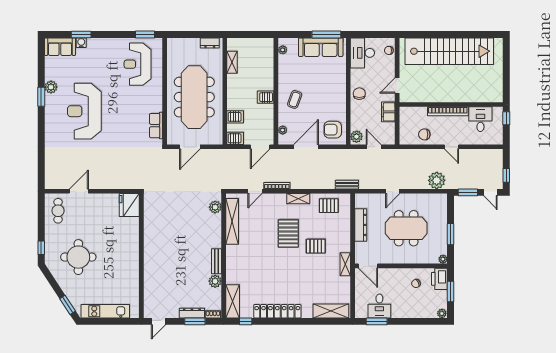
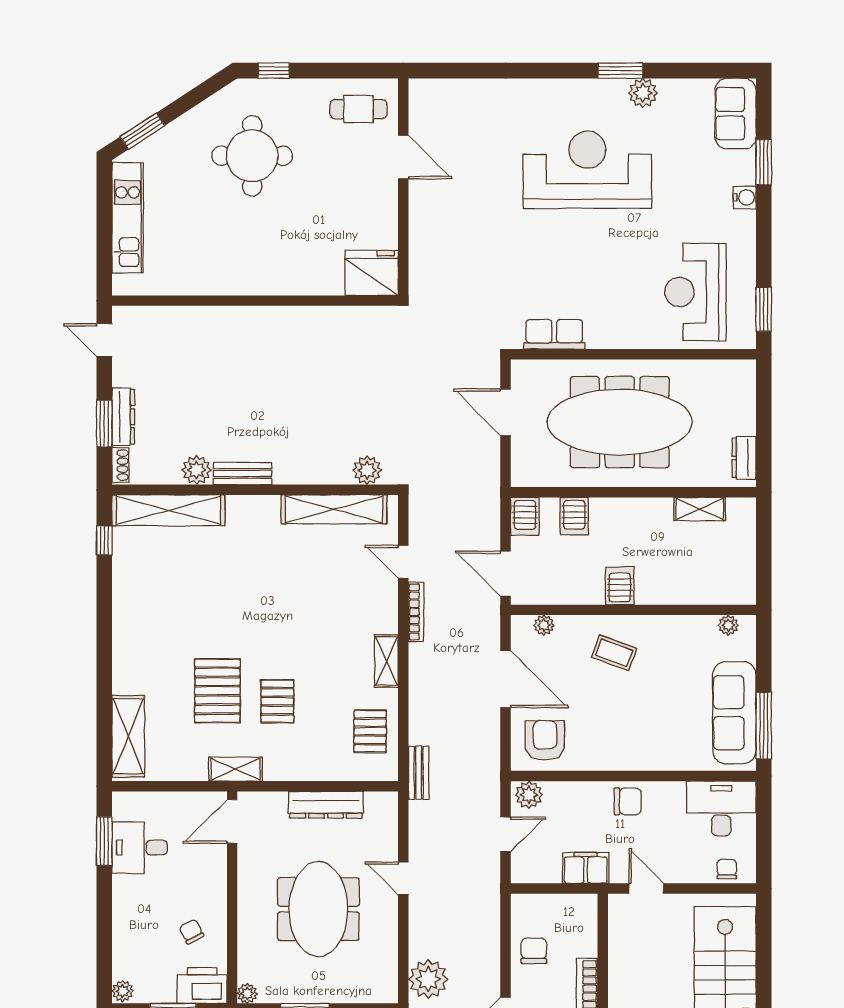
water cooler: (81, 43) -> (745, 197), moved
reception desk: (138, 64) -> (695, 292), turned -90
pallet: (288, 233) -> (217, 691), moved, turned 90
shelving: (233, 301) -> (168, 510), width x1.47
locker: (277, 311) -> (128, 613), removed

